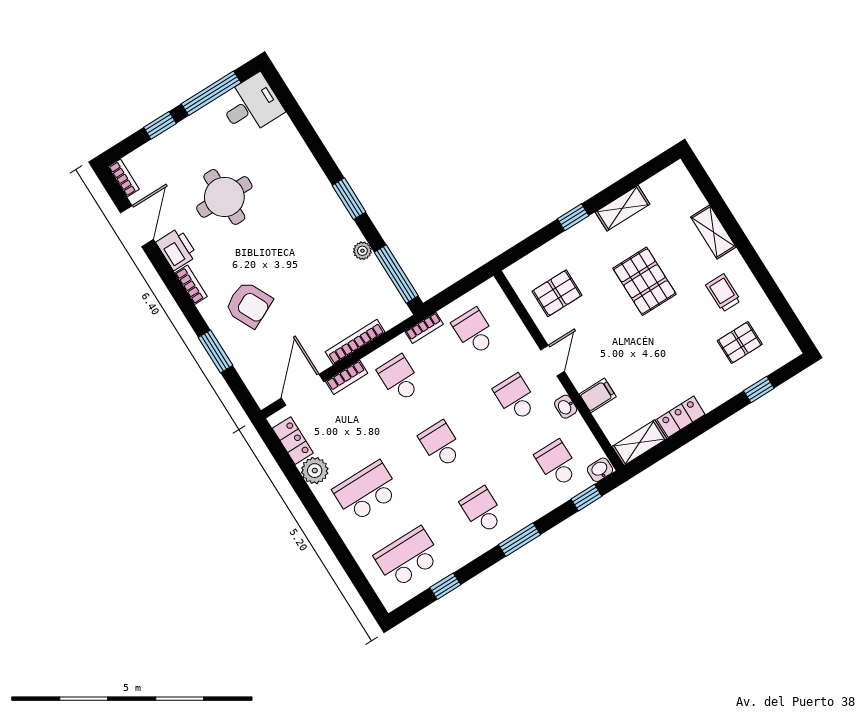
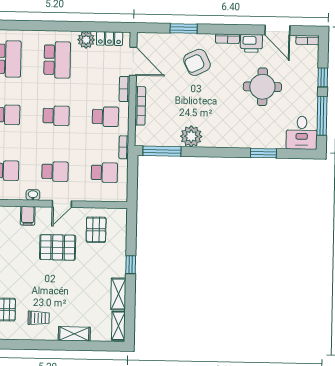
shelving: (665, 181) -> (118, 326), added
window: (349, 199) -> (263, 153), moved
plant: (362, 251) -> (191, 136), width x1.88, depth x1.88
pallet: (645, 281) -> (58, 247), moved
door: (553, 361) -> (62, 204), hinge flipped

